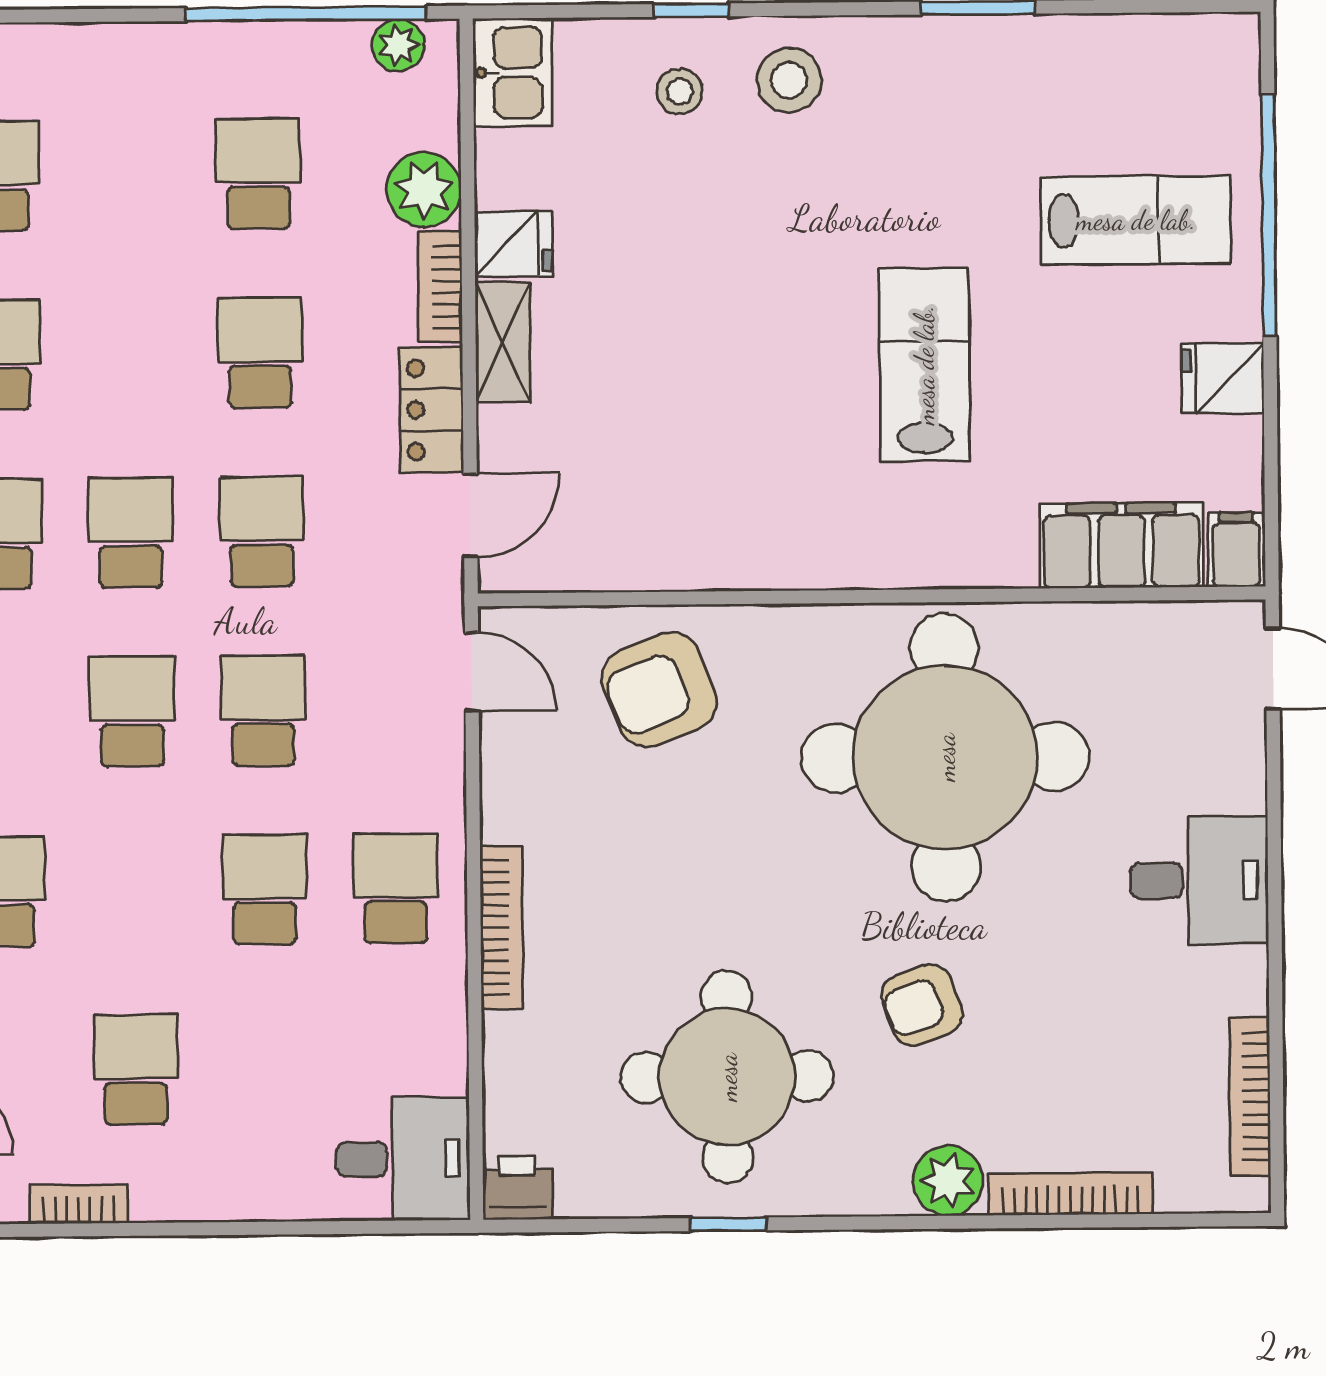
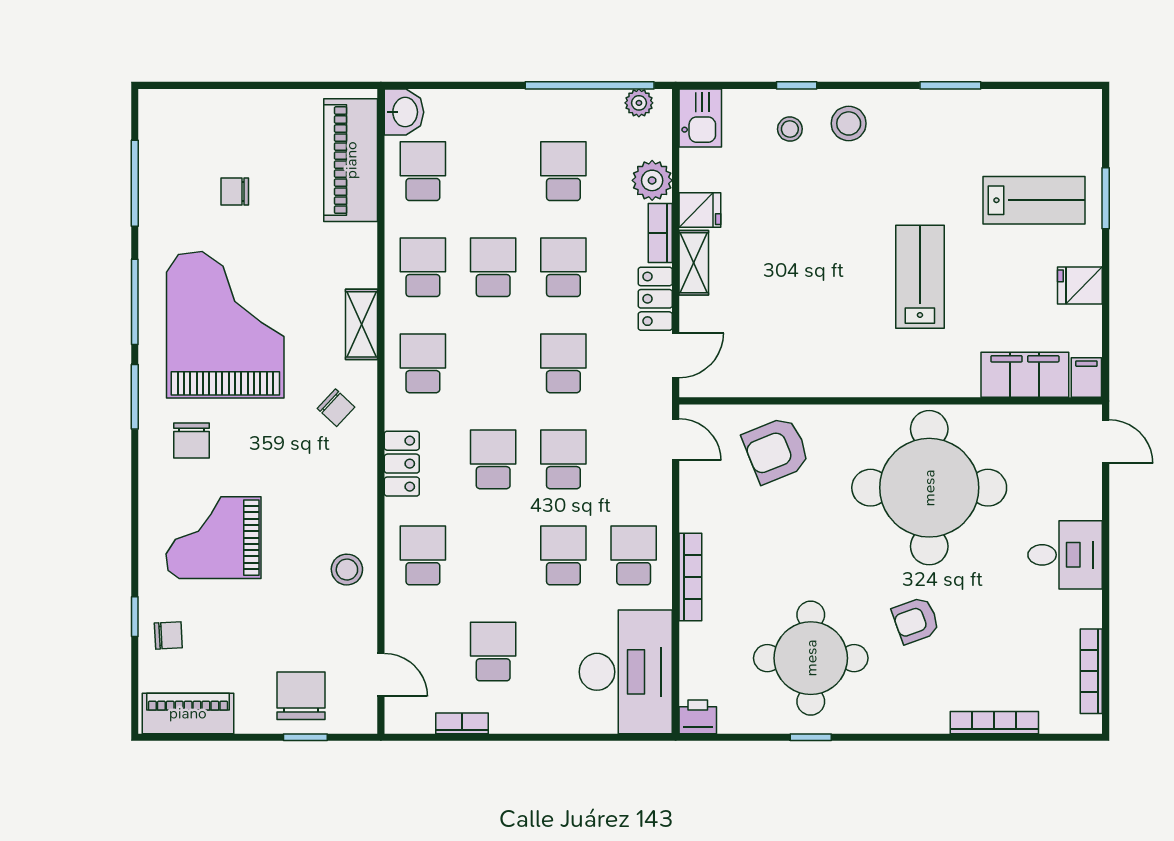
window: (1269, 215) -> (1106, 198), width x0.47
school desk: (131, 533) -> (493, 267), moved
desk: (403, 1159) -> (626, 672), width x1.87, depth x1.30
plant: (948, 1181) -> (929, 715), removed

